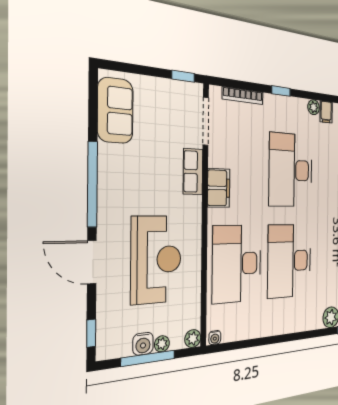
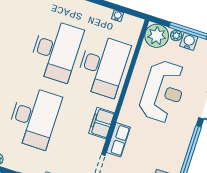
reception desk: (156, 260) -> (163, 91), turned 180
water cooler: (215, 338) -> (118, 16), moved
plant: (193, 339) -> (157, 36), width x1.87, depth x1.87

